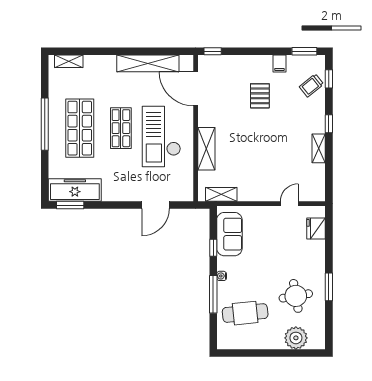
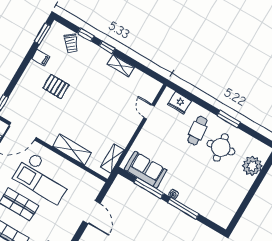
window: (329, 79) -> (86, 35), moved
window: (213, 248) -> (149, 188), width x2.17
cafe table: (245, 313) -> (197, 131), moved, width x0.73, depth x0.74

